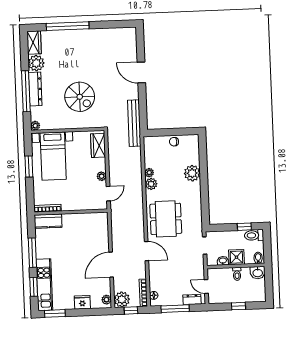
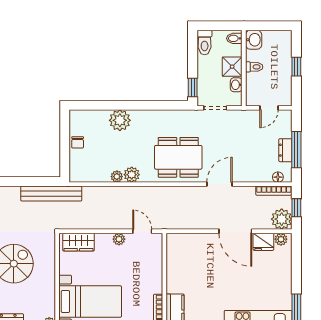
window: (244, 227) -> (193, 88), moved
dresser: (192, 300) -> (285, 150), moved
fridge: (82, 302) -> (263, 242), moved, turned -90

